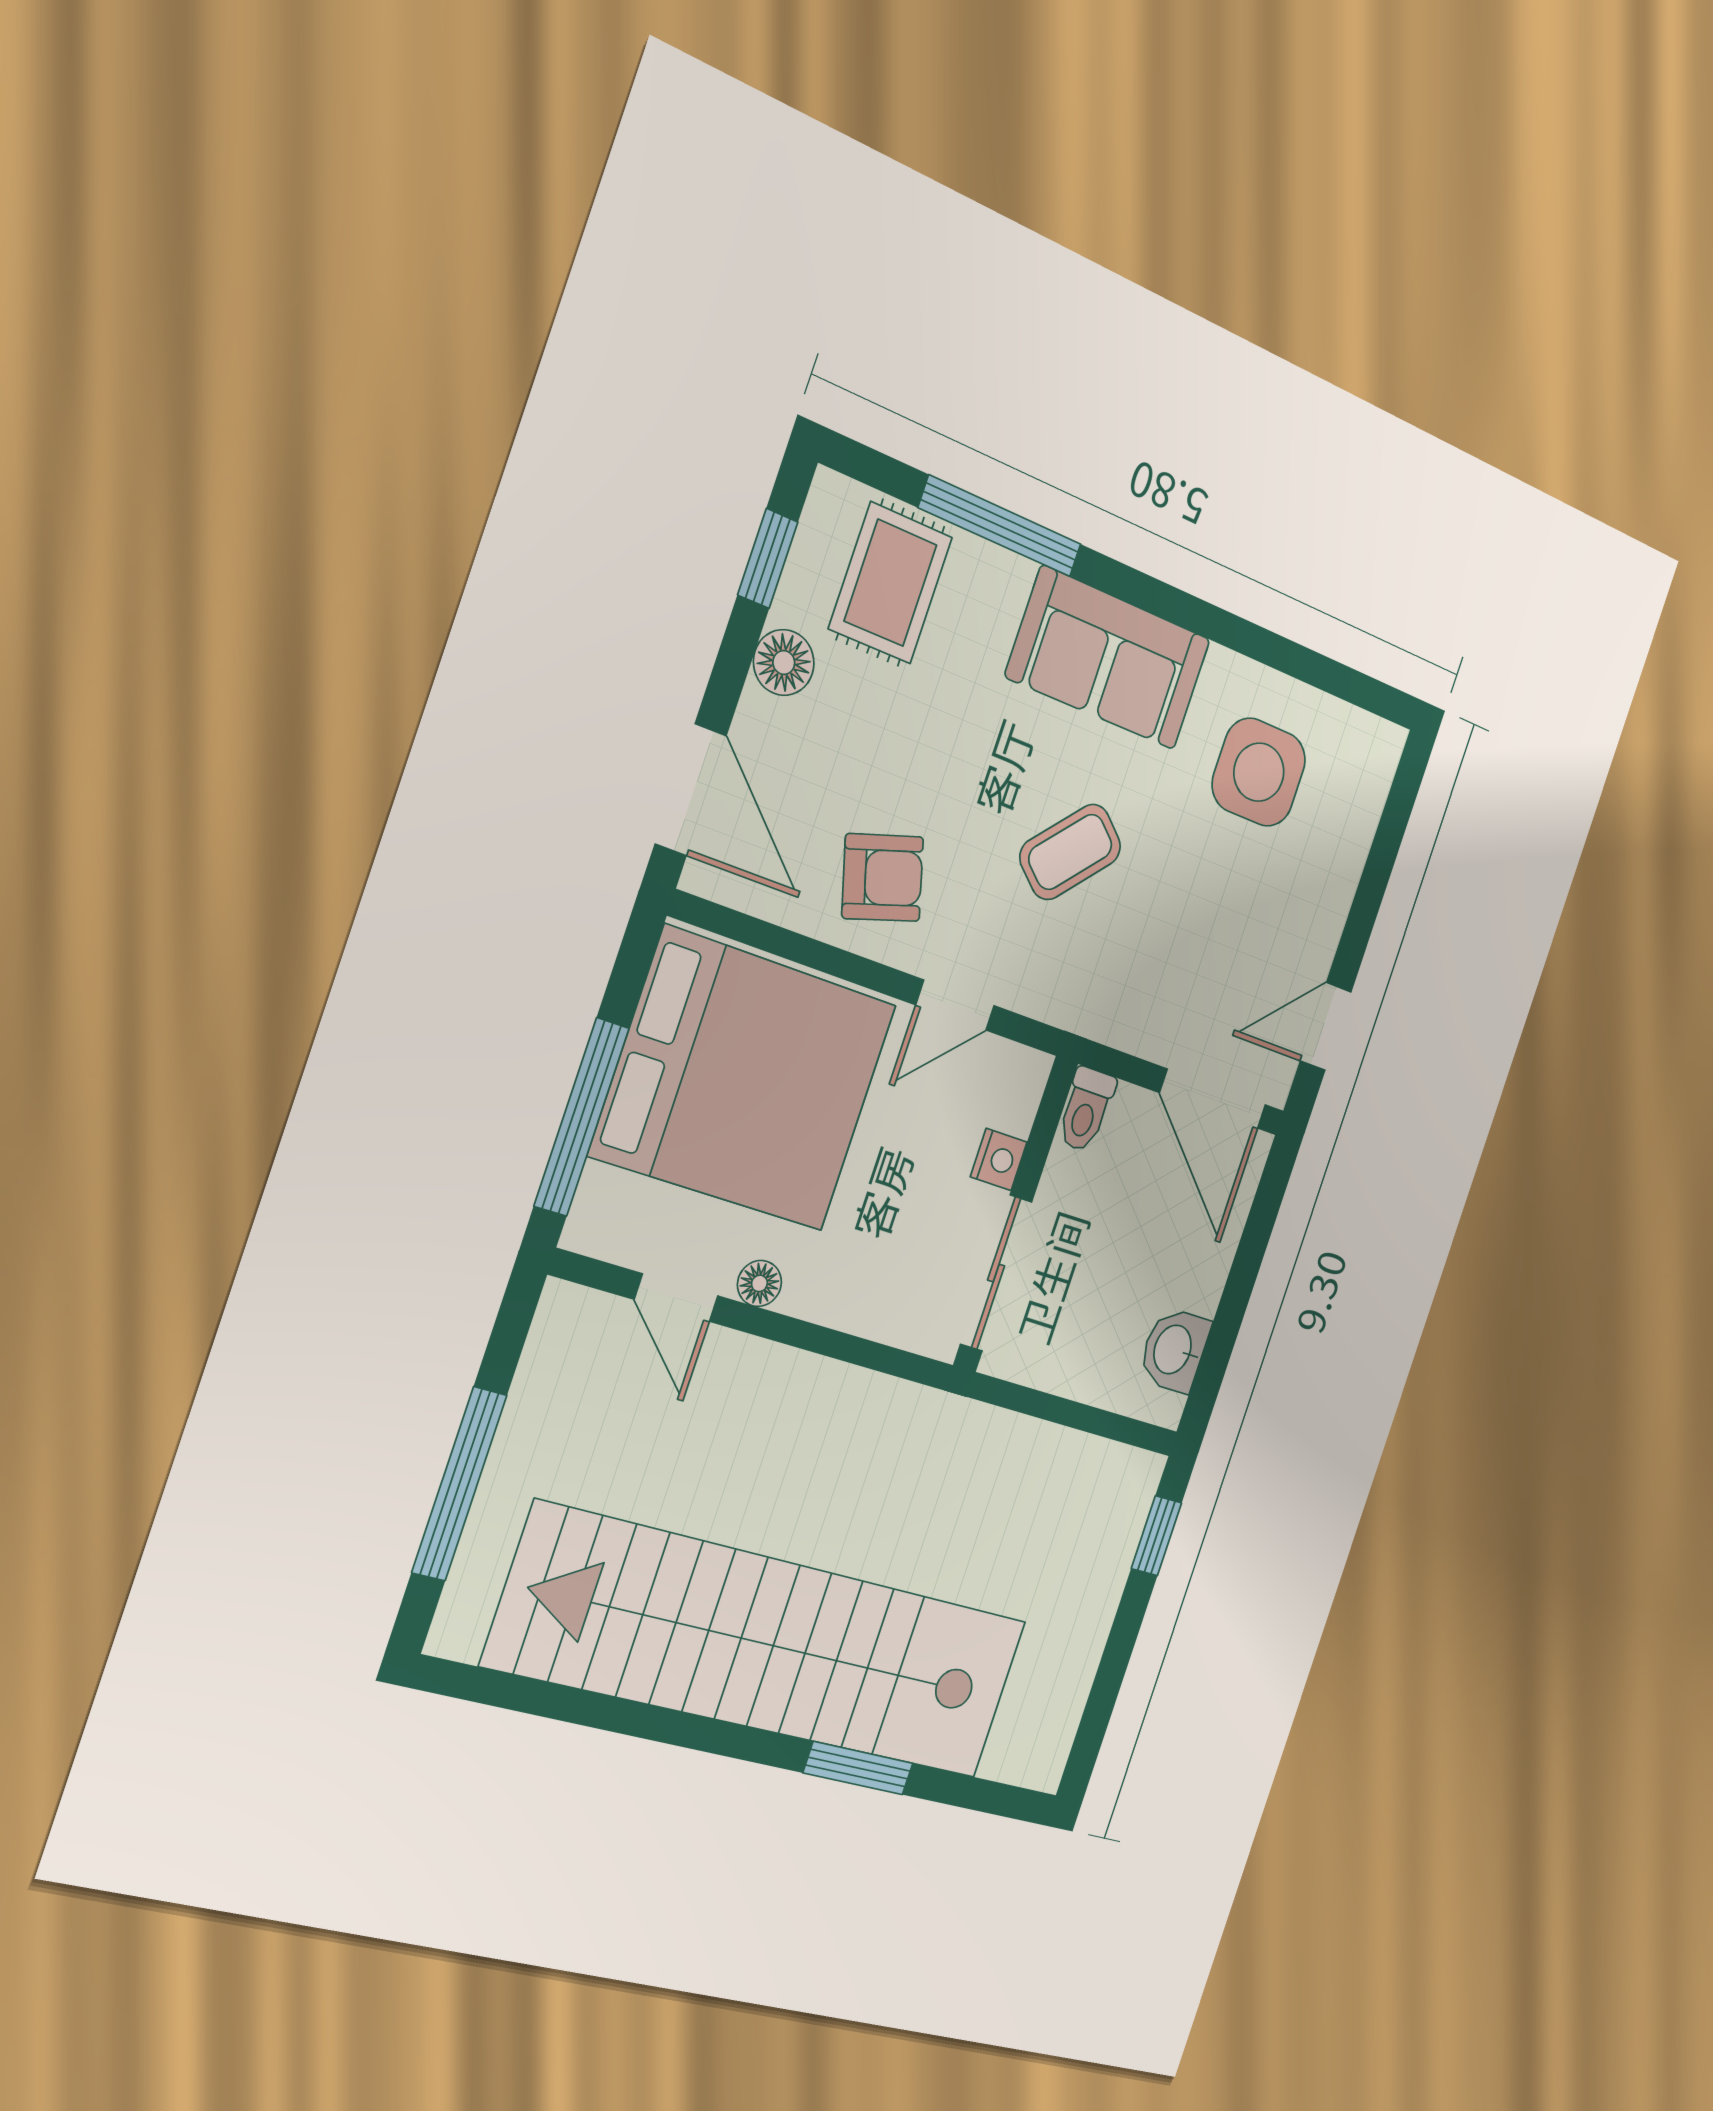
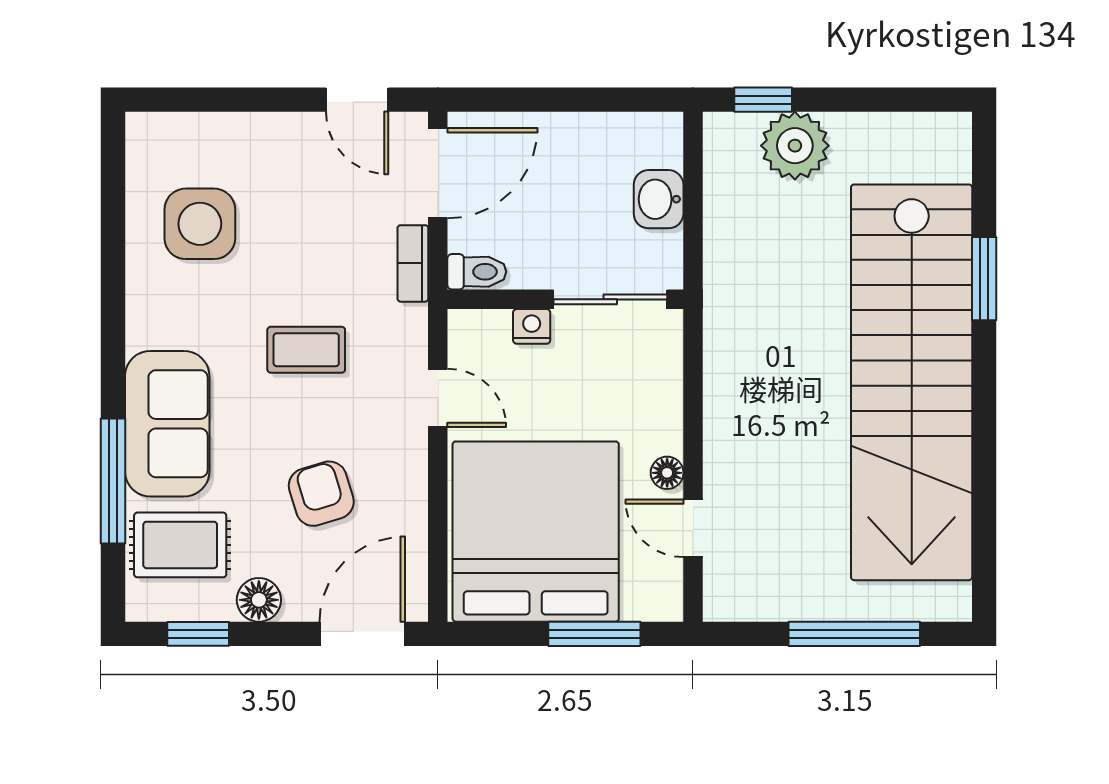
sofa: (1108, 658) -> (167, 424), moved
coffee table: (1070, 852) -> (306, 350), turned -42
armchair: (883, 878) -> (321, 494), moved
bookcase: (1123, 1030) -> (413, 263), added
window: (582, 1117) -> (594, 634), width x0.69
door: (676, 1298) -> (693, 528), swing flipped
washbasin: (1174, 1350) -> (659, 199), moved, turned 90
plant: (1092, 1562) -> (795, 146), added

